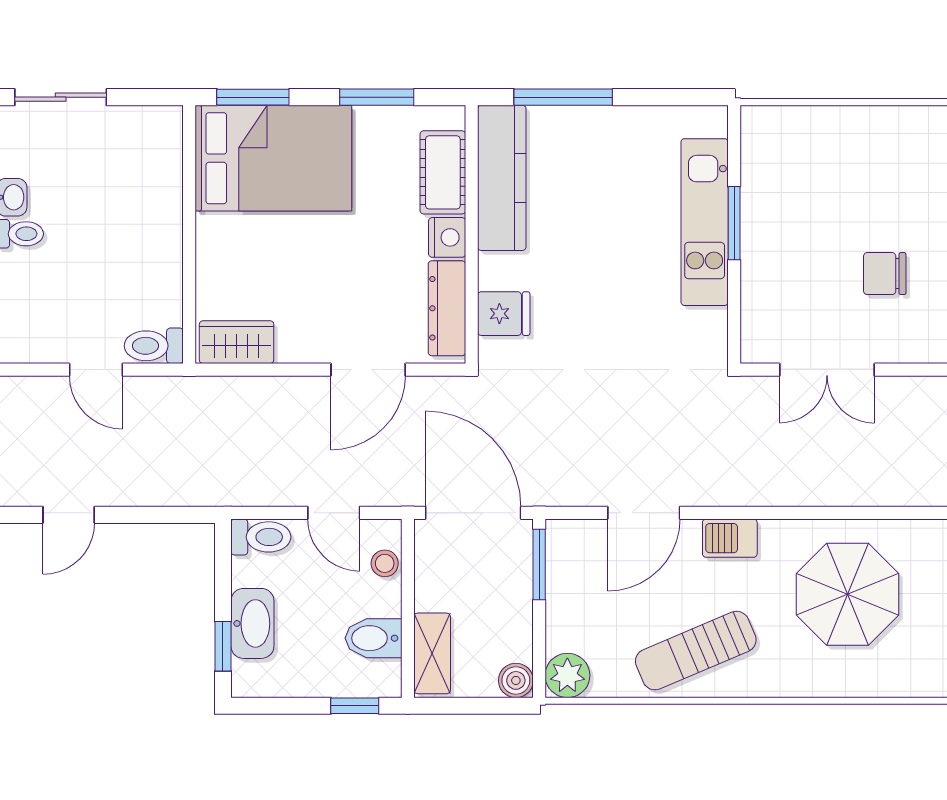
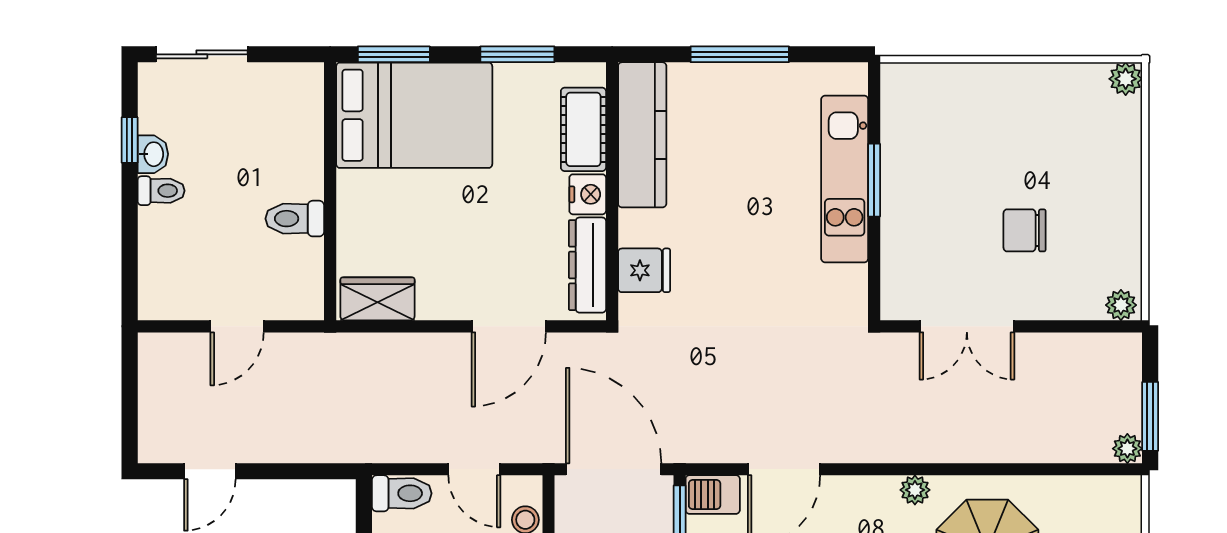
window: (563, 97) -> (740, 54), moved
toilet: (154, 346) -> (295, 219), moved
door: (96, 370) -> (237, 326), hinge flipped
plant: (775, 534) -> (915, 490), added
barbecue: (730, 538) -> (713, 495), moved

